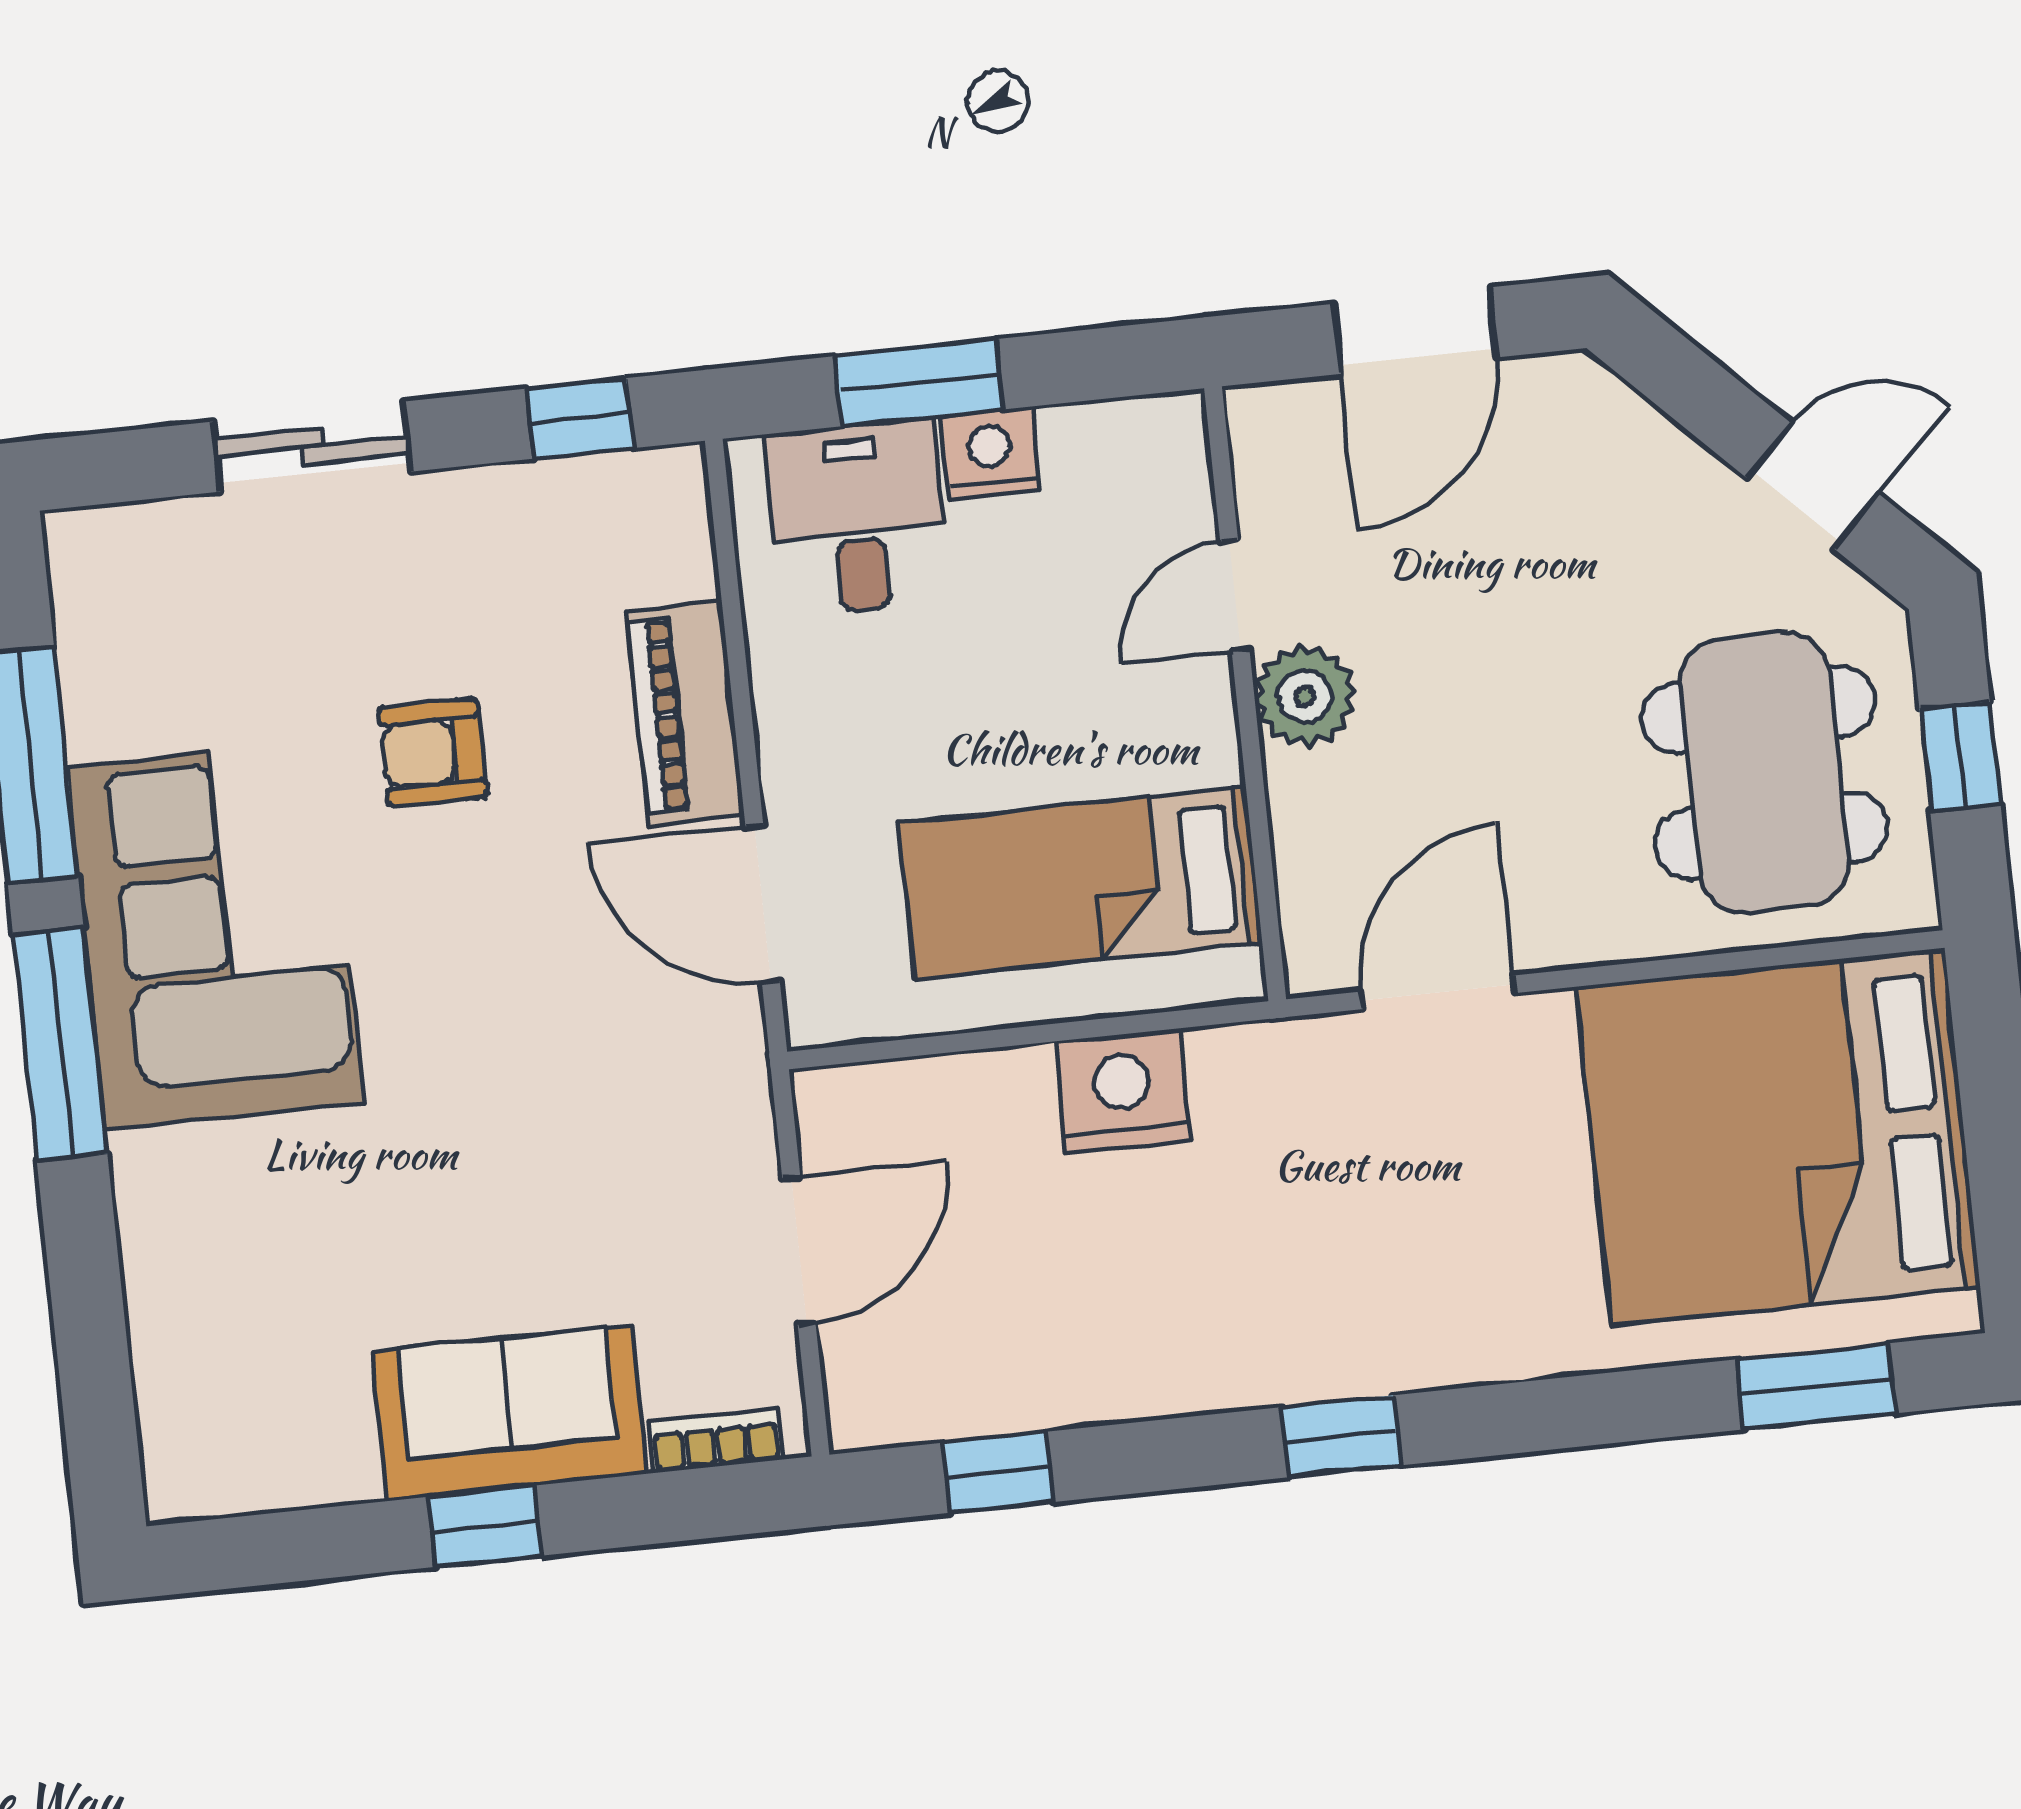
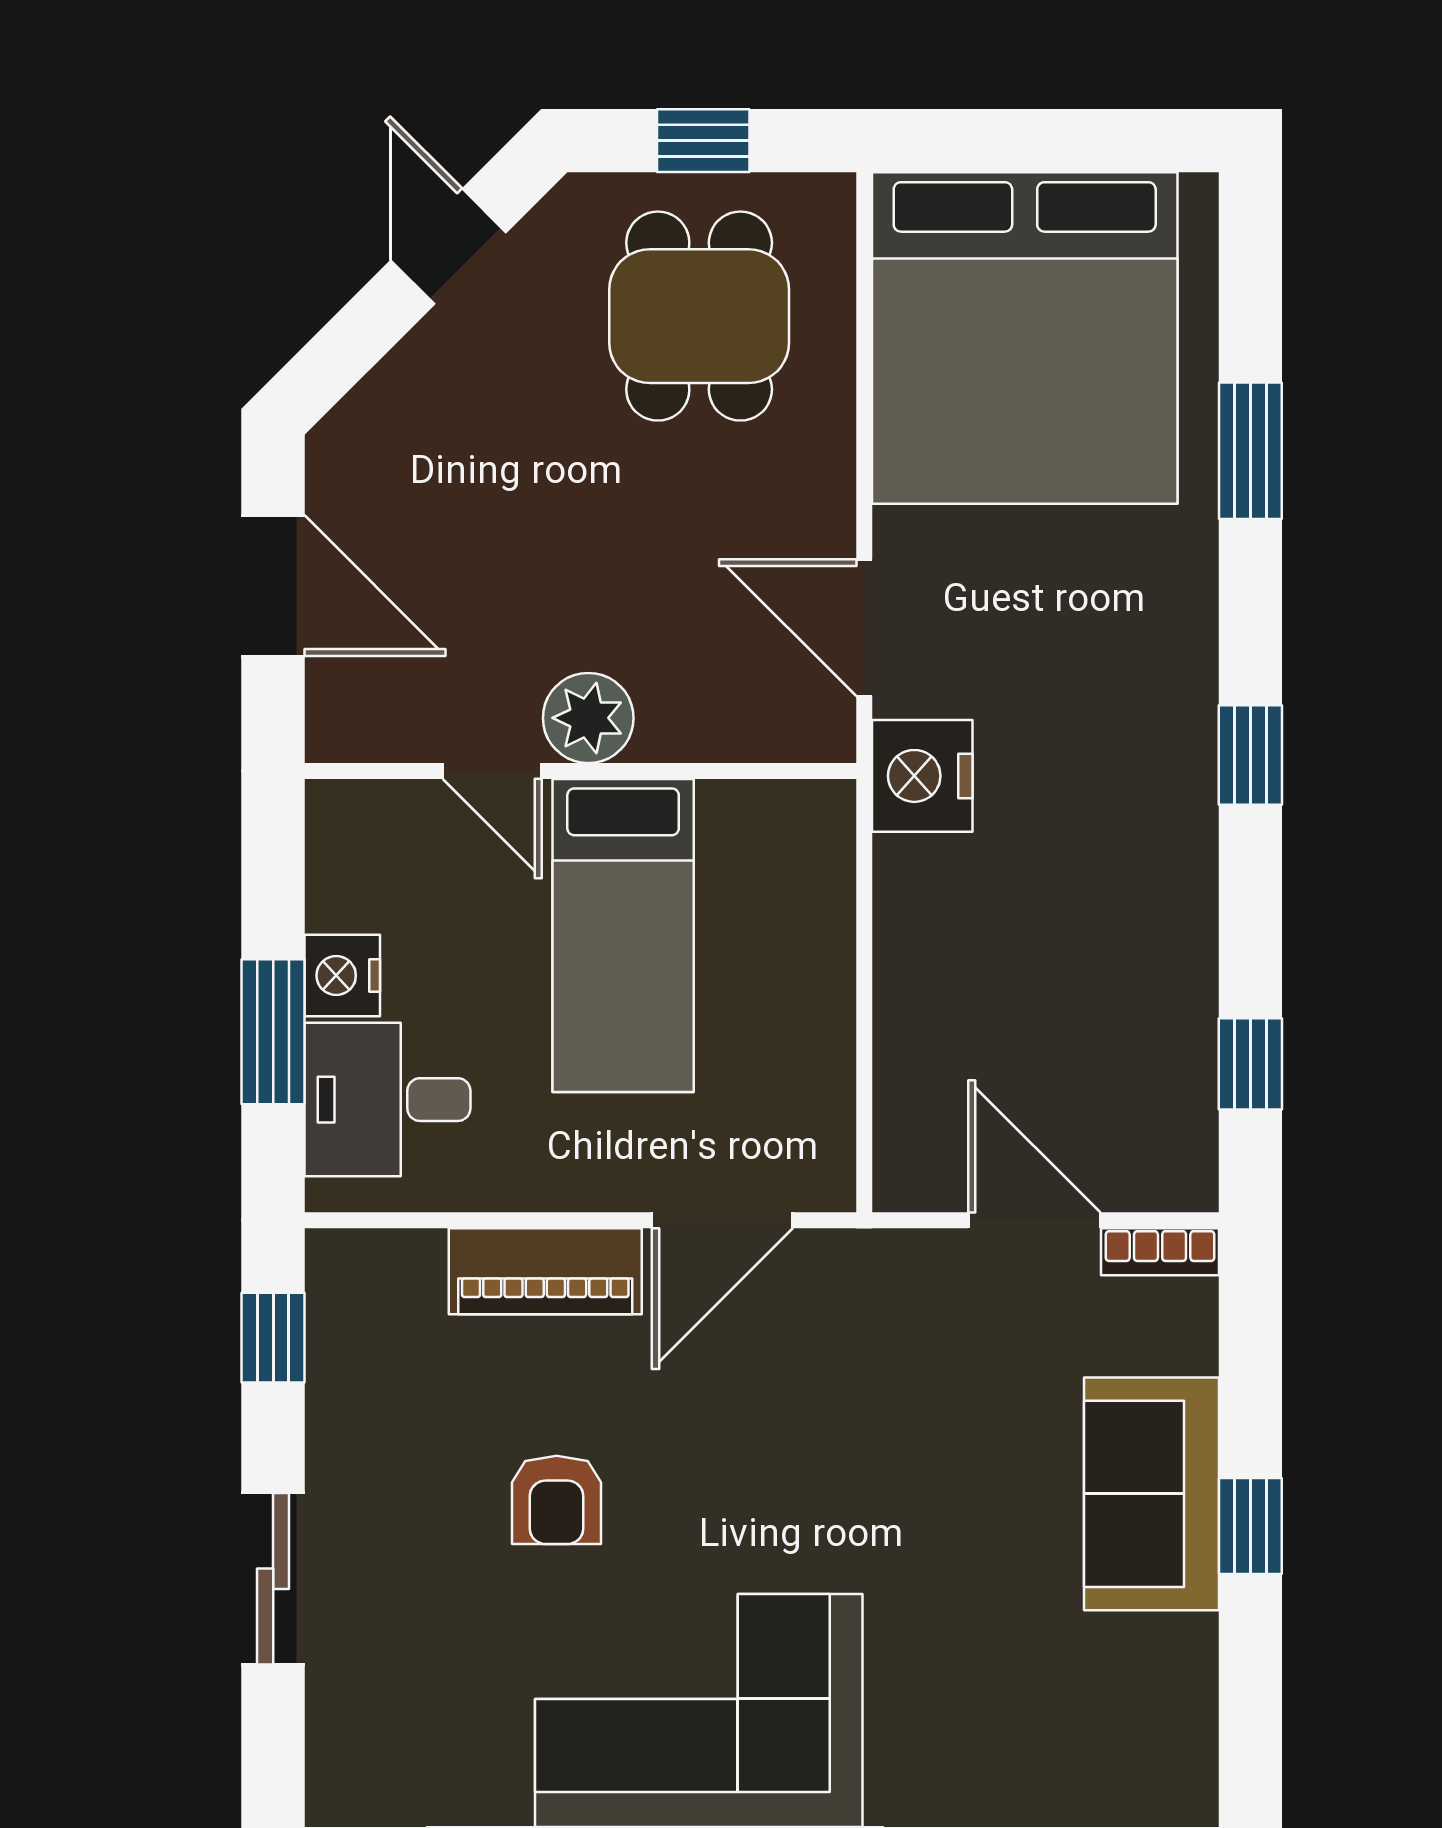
dining table: (1765, 773) -> (699, 316), width x0.73
bed: (1080, 883) -> (623, 936), moved
nightstand: (1123, 1091) -> (922, 776), moved
window: (1816, 1386) -> (1250, 451), moved
bookcase: (716, 1440) -> (1160, 1252), moved, turned -90

